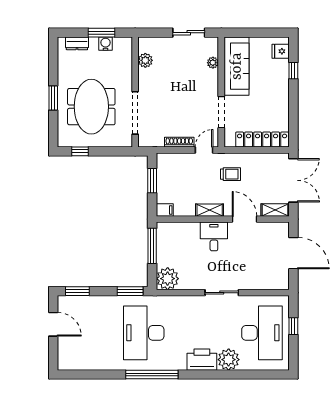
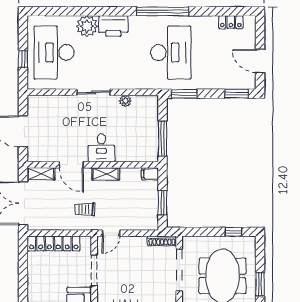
shoe rack: (179, 142) -> (162, 241), moved
plant: (168, 279) -> (125, 101), moved, width x0.53, depth x0.53
locker: (83, 364) -> (231, 22), added

